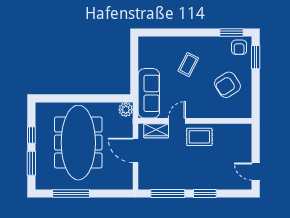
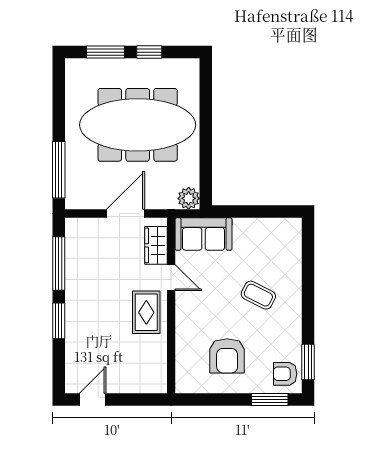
armchair: (227, 85) -> (227, 356), turned -147
sofa: (149, 93) -> (204, 234), width x0.73
window: (71, 193) -> (59, 170), moved

